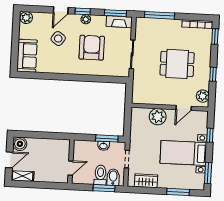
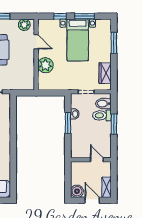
window: (107, 138) -> (68, 123), moved
wall: (71, 162) -> (91, 160), moved
door: (71, 168) -> (97, 160), moved
window: (208, 173) -> (84, 16), moved
window: (104, 188) -> (114, 124), moved

